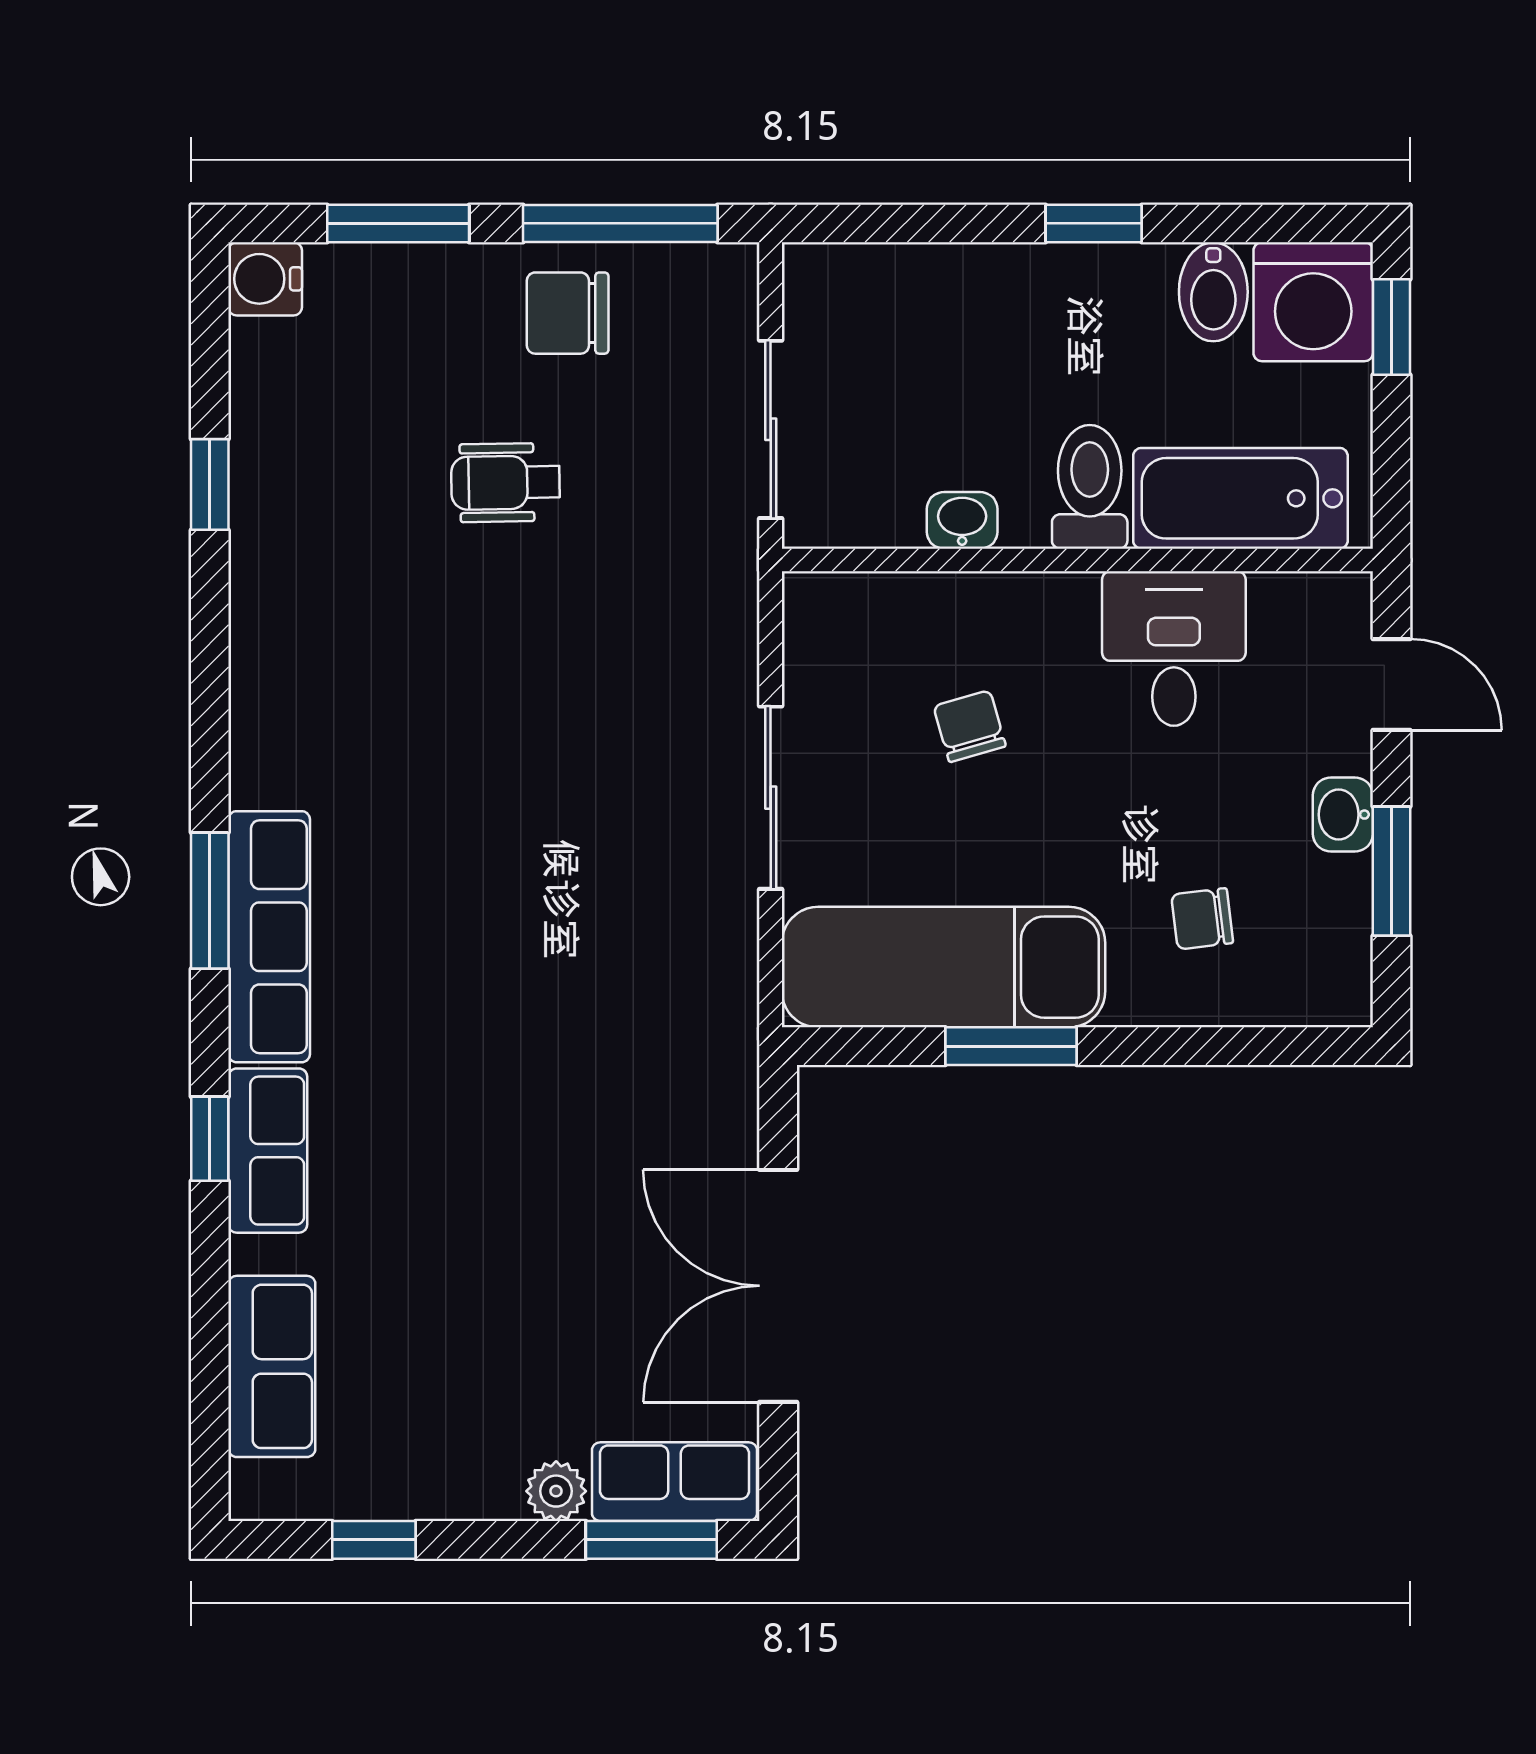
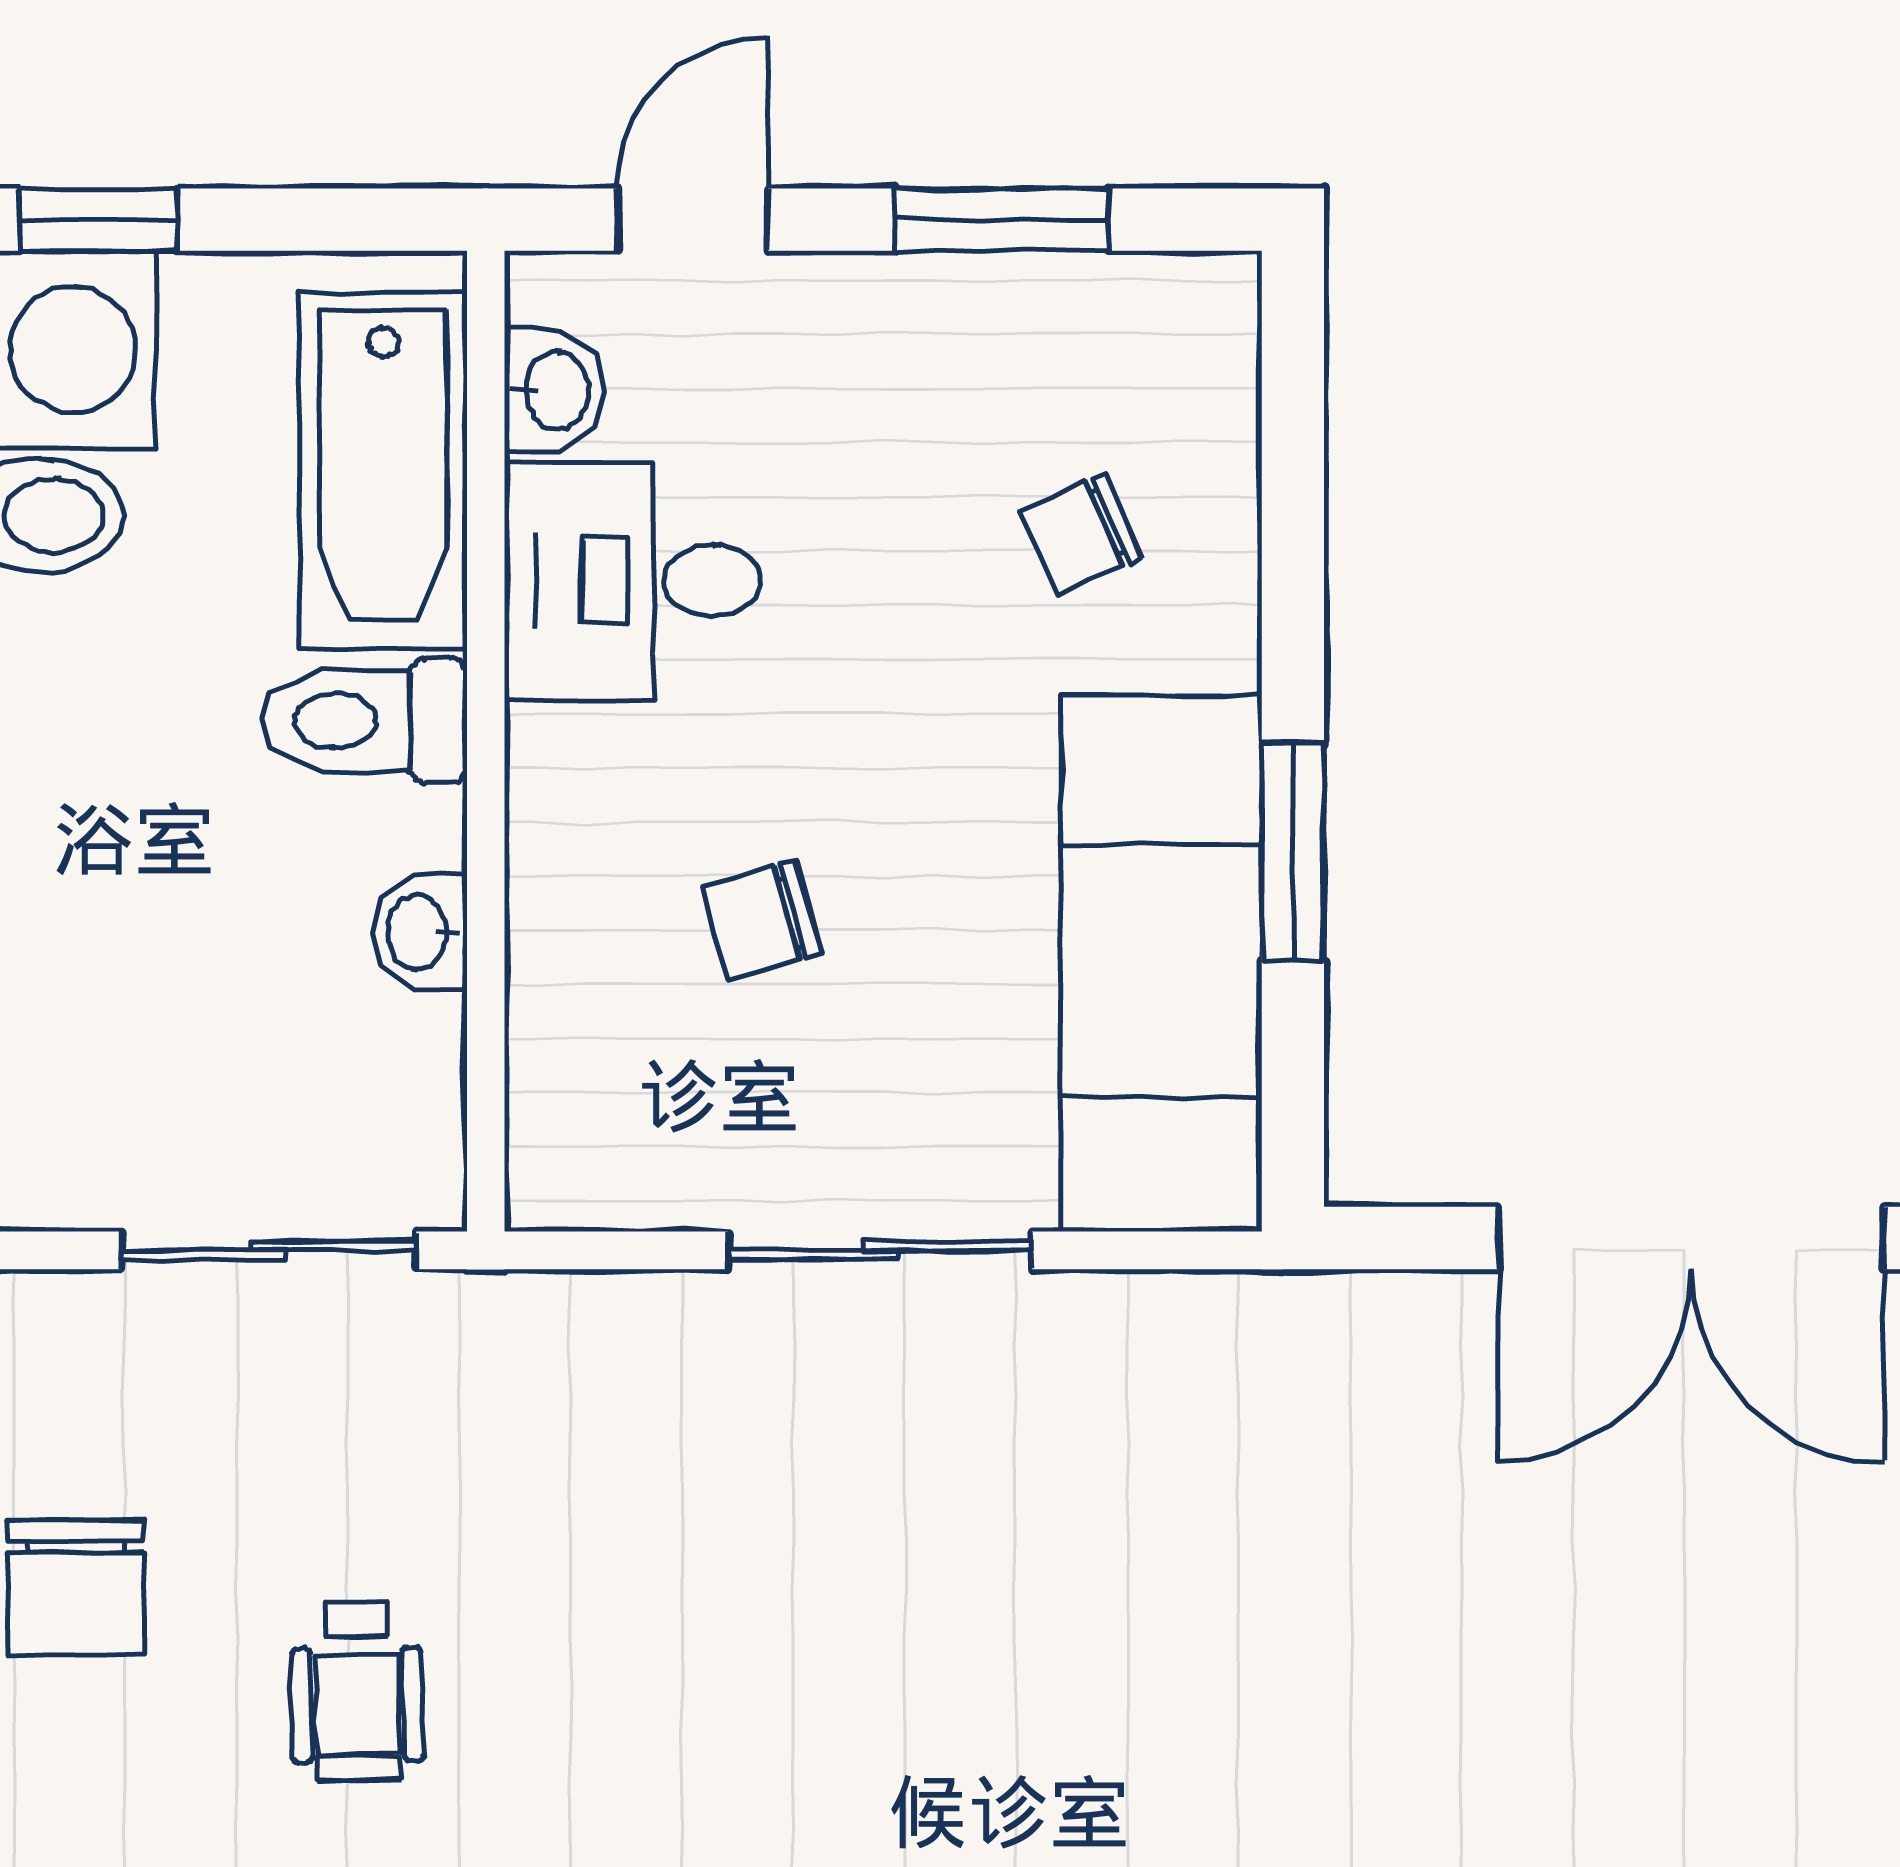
washbasin: (1343, 815) -> (554, 390), moved, turned -90
chair: (1202, 919) -> (1081, 534), turned 73

